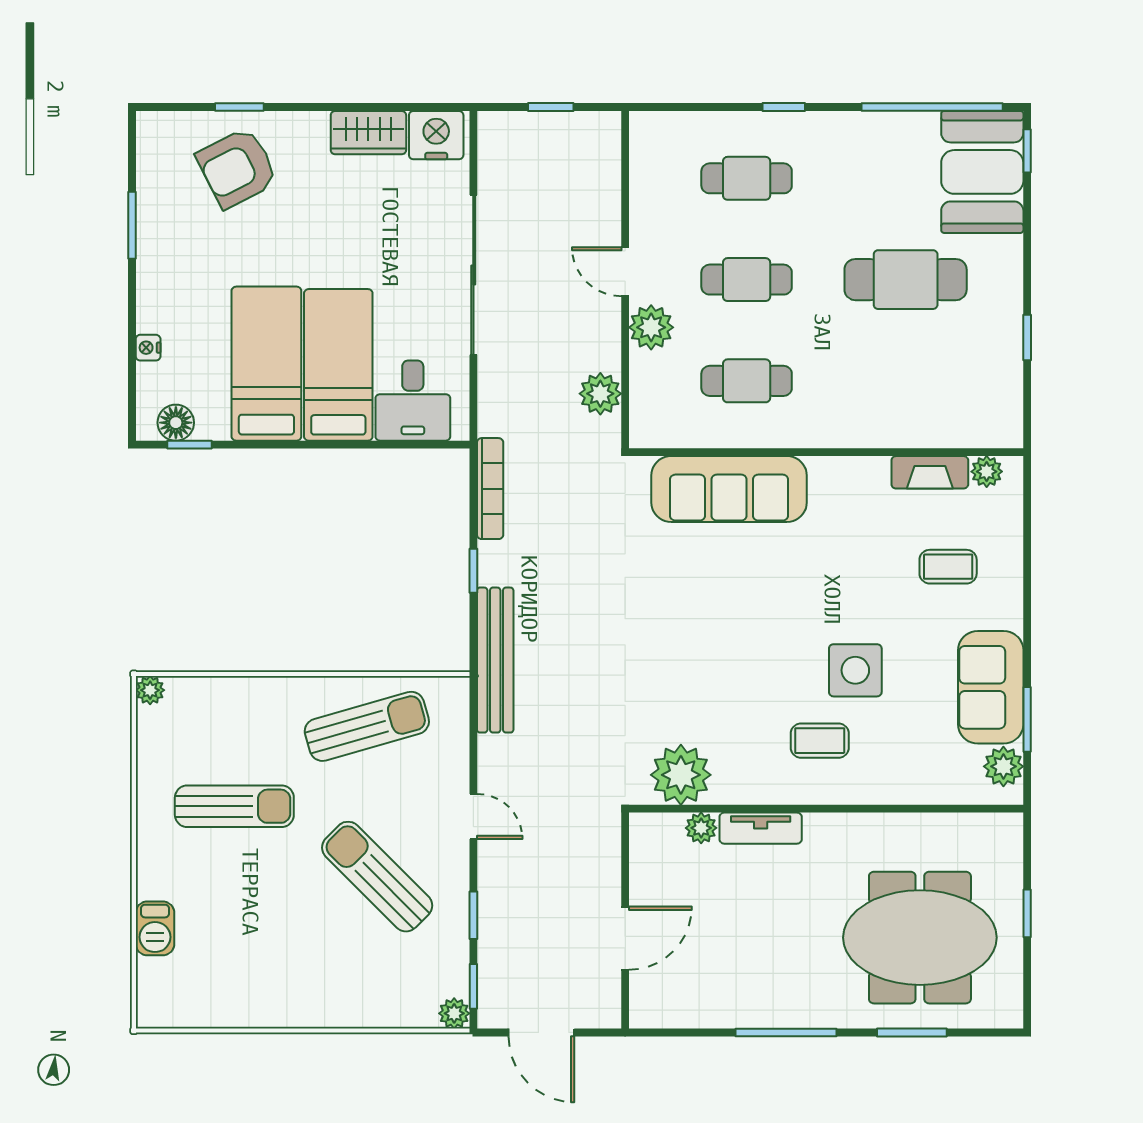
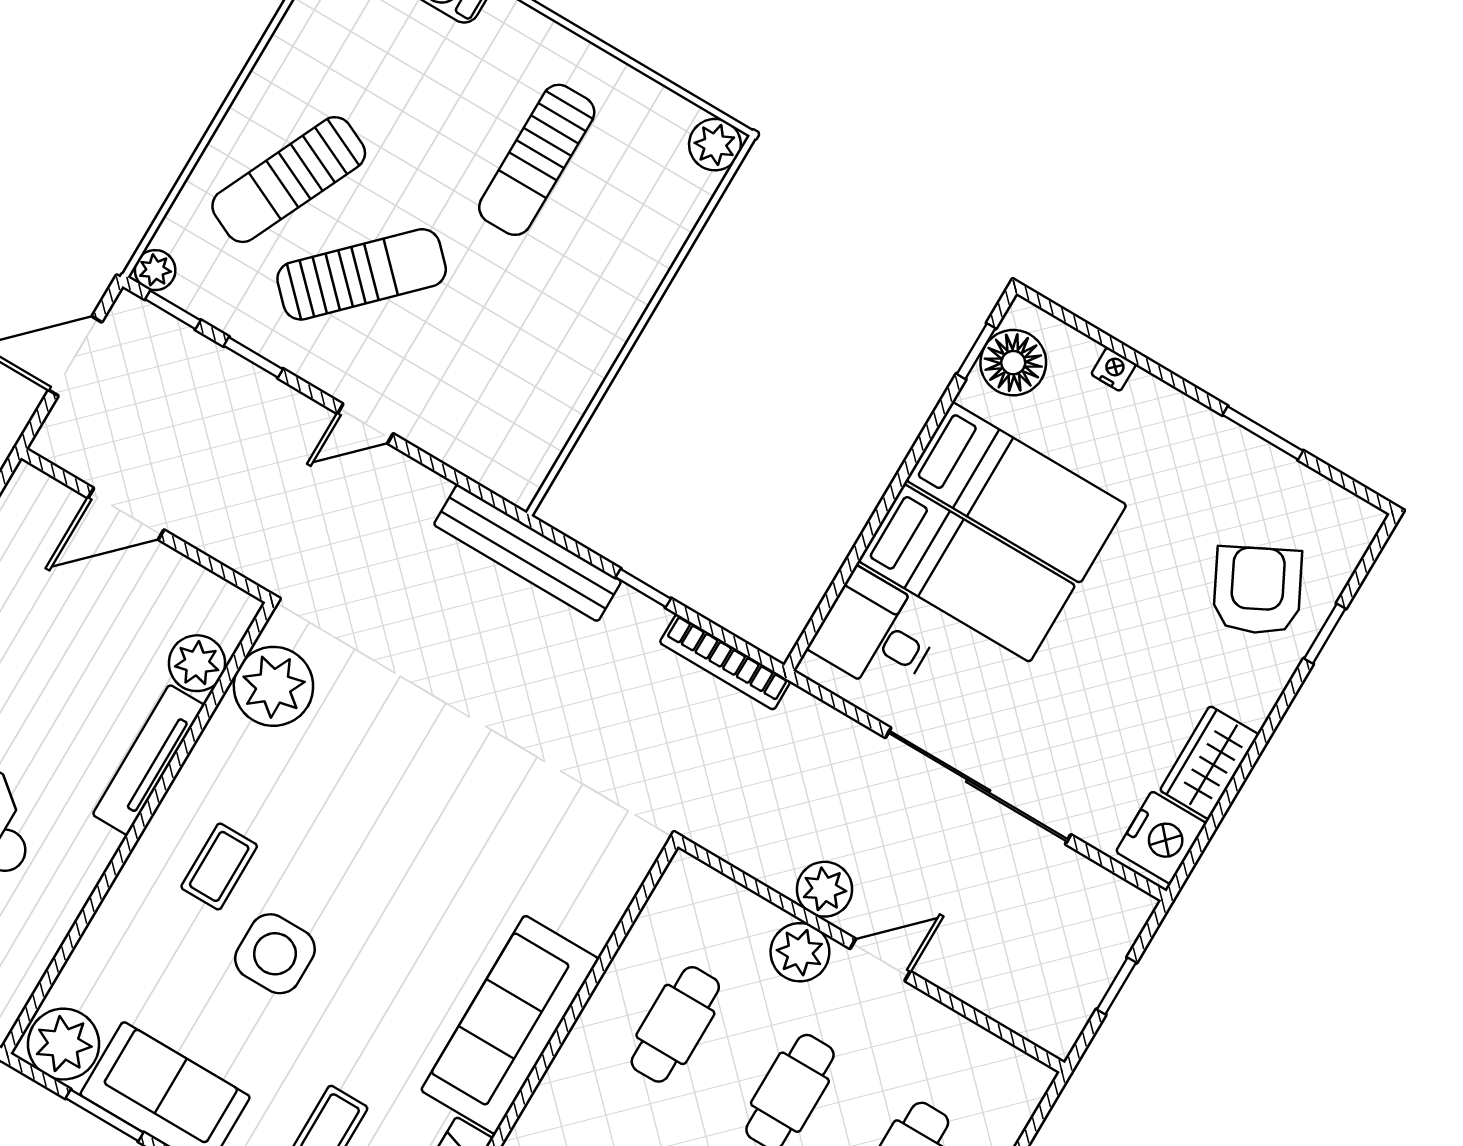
plant: (600, 394) -> (824, 889), moved
floor lamp: (176, 423) -> (1013, 363), width x1.38, depth x1.38
sofa: (729, 489) -> (510, 1025), moved
plant: (150, 690) -> (715, 145), width x1.38, depth x1.38
sun lounger: (367, 726) -> (289, 180), moved, turned 41
plant: (1003, 766) -> (64, 1044), width x1.36, depth x1.36
plant: (701, 828) -> (197, 663), width x1.38, depth x1.38
tv unit: (761, 828) -> (148, 760), width x1.41
door: (625, 938) -> (126, 514), hinge flipped

